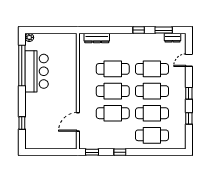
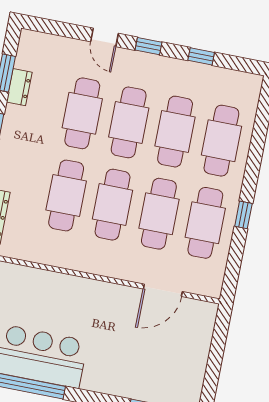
dresser: (173, 38) -> (19, 87), moved
door: (189, 60) -> (104, 37), moved
door: (78, 122) -> (163, 290), hinge flipped
cafe table: (113, 135) -> (205, 223), added
window: (92, 152) -> (232, 273), removed

